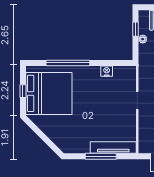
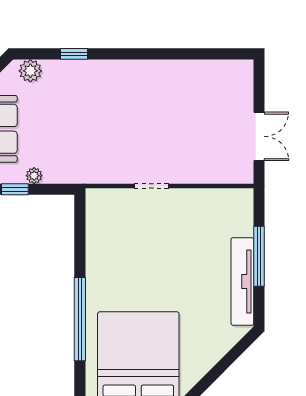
nightstand: (107, 71) -> (95, 245), removed
tv unit: (113, 148) -> (242, 281), moved

